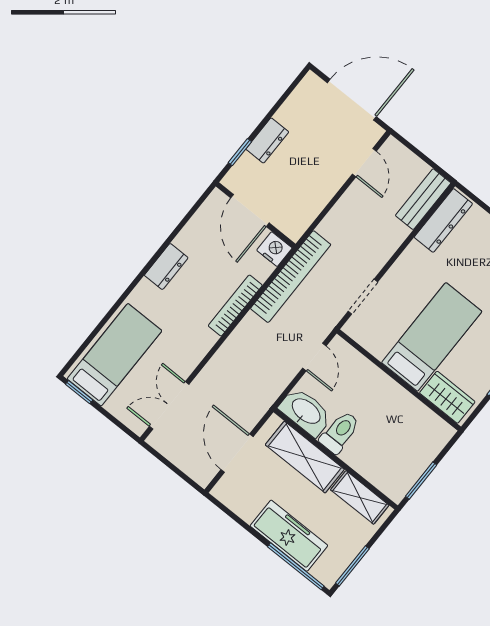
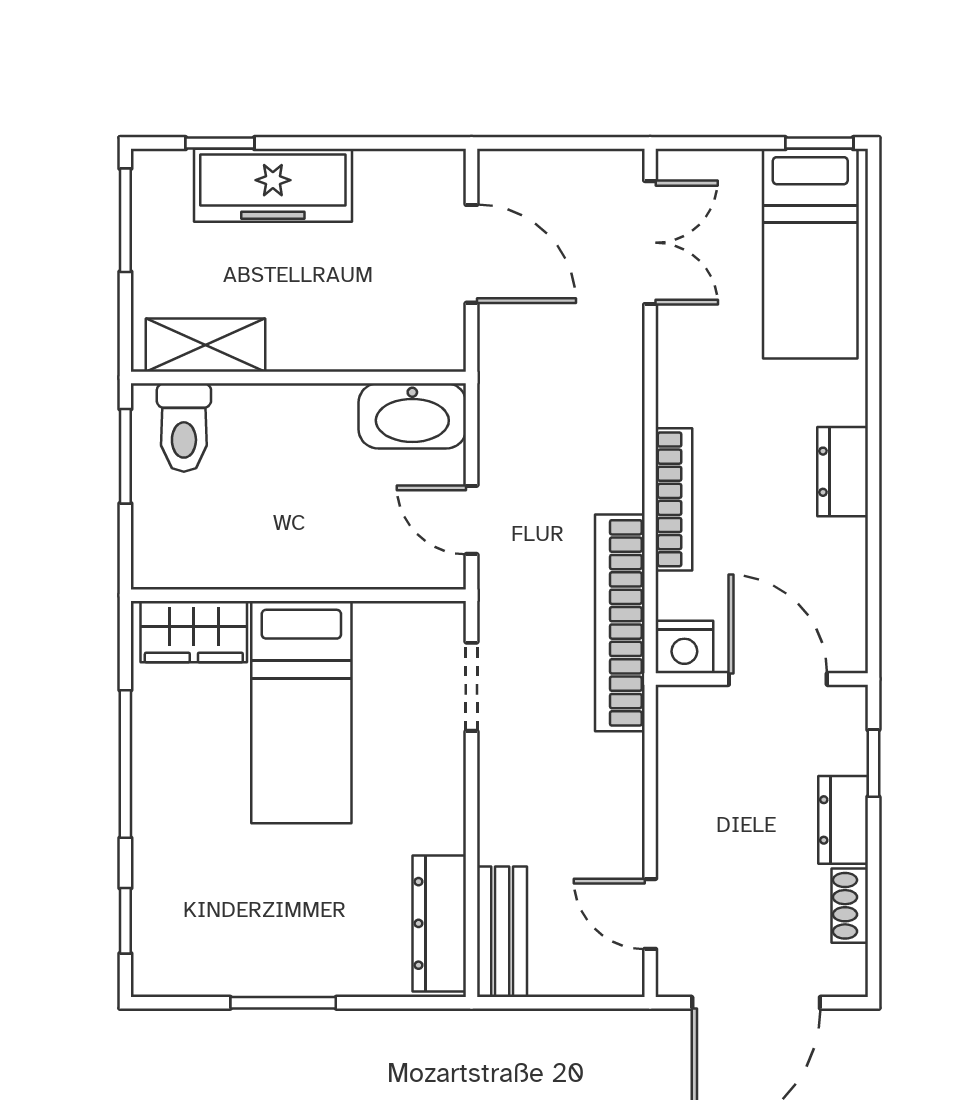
shoe rack: (290, 108) -> (850, 906), added
toilet: (340, 432) -> (184, 428), moved
shelving: (305, 457) -> (352, 339), removed
window: (296, 566) -> (220, 143), width x0.46

